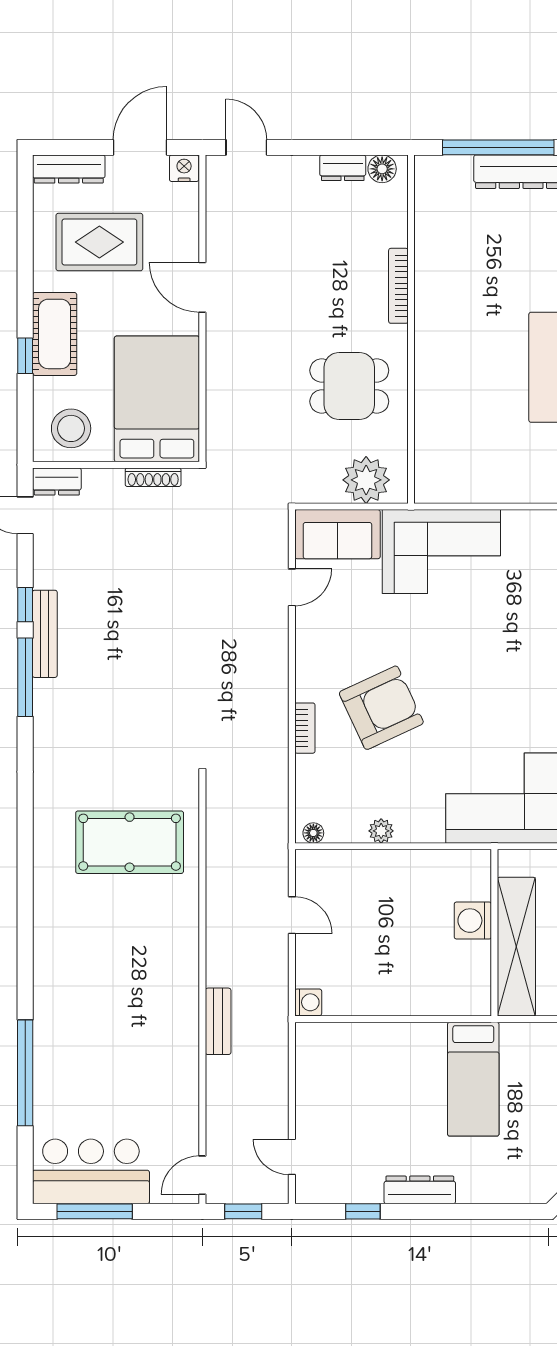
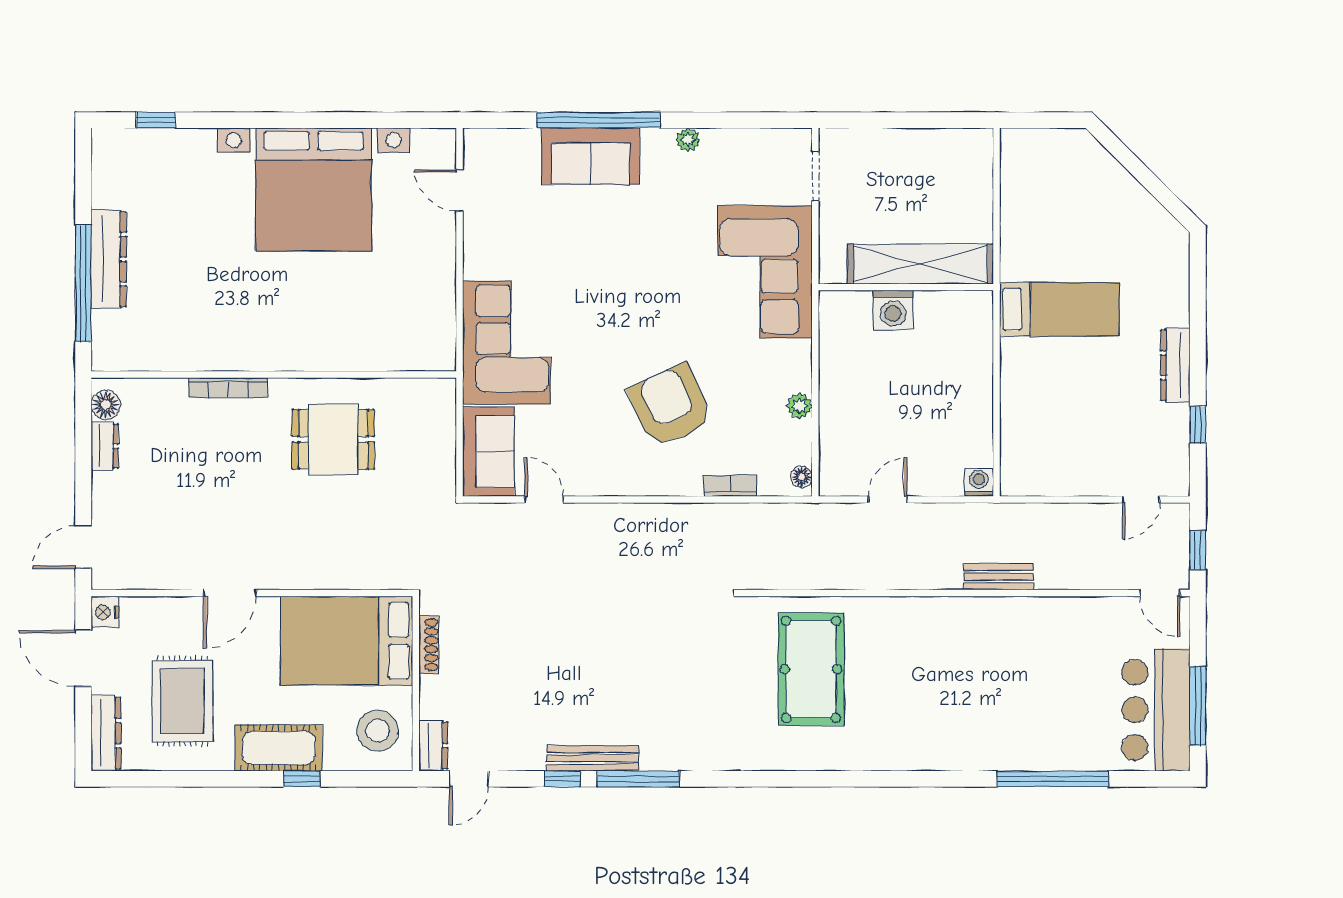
dining table: (349, 386) -> (333, 439), turned 90
plant: (366, 480) -> (432, 422), removed
bookcase: (305, 728) -> (730, 486), moved

